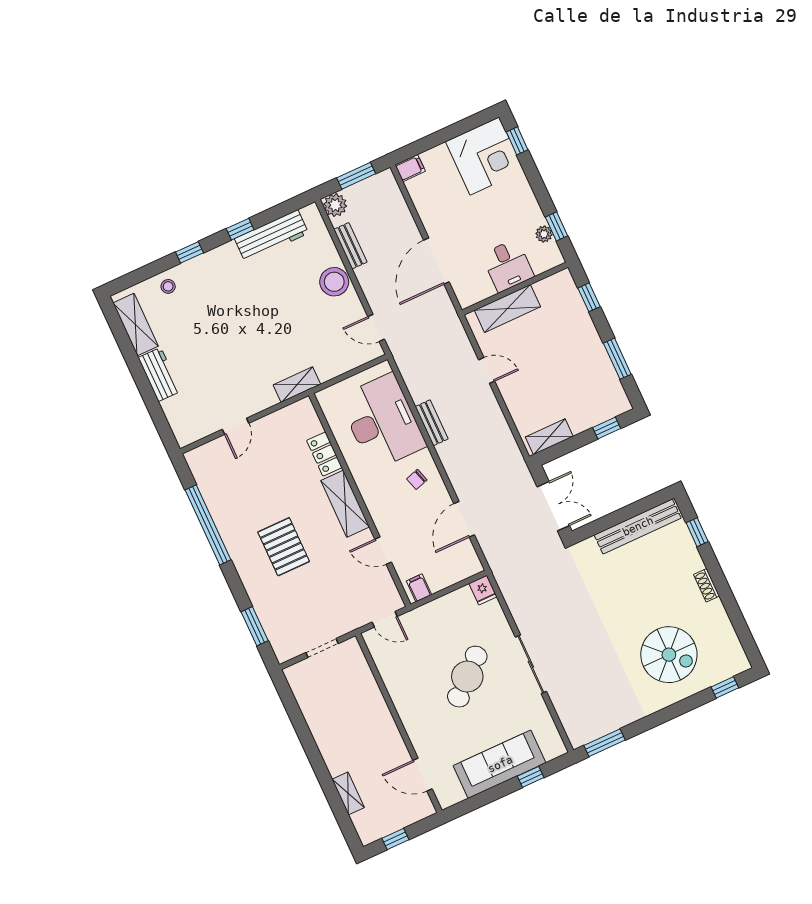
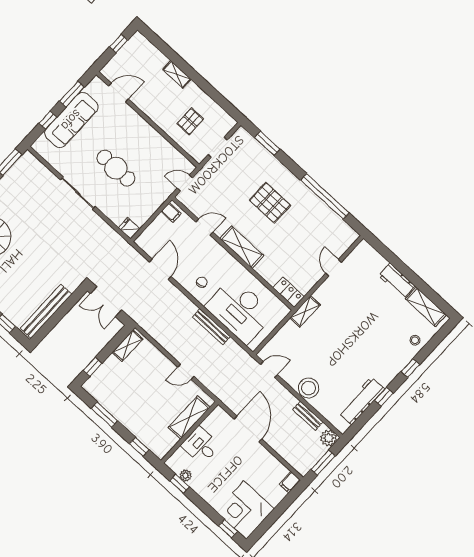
bench: (432, 423) -> (211, 327), width x1.36
locker: (324, 454) -> (289, 292), moved
cafe table: (467, 677) -> (116, 168), turned -48
pallet: (344, 697) -> (190, 121), added
shelving: (348, 793) -> (177, 74), moved
window: (485, 798) -> (72, 94), added

